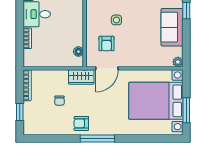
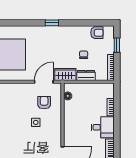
dresser: (57, 76) -> (86, 76), added
armchair: (81, 123) -> (97, 33), moved
window: (97, 139) -> (52, 23), width x0.46

